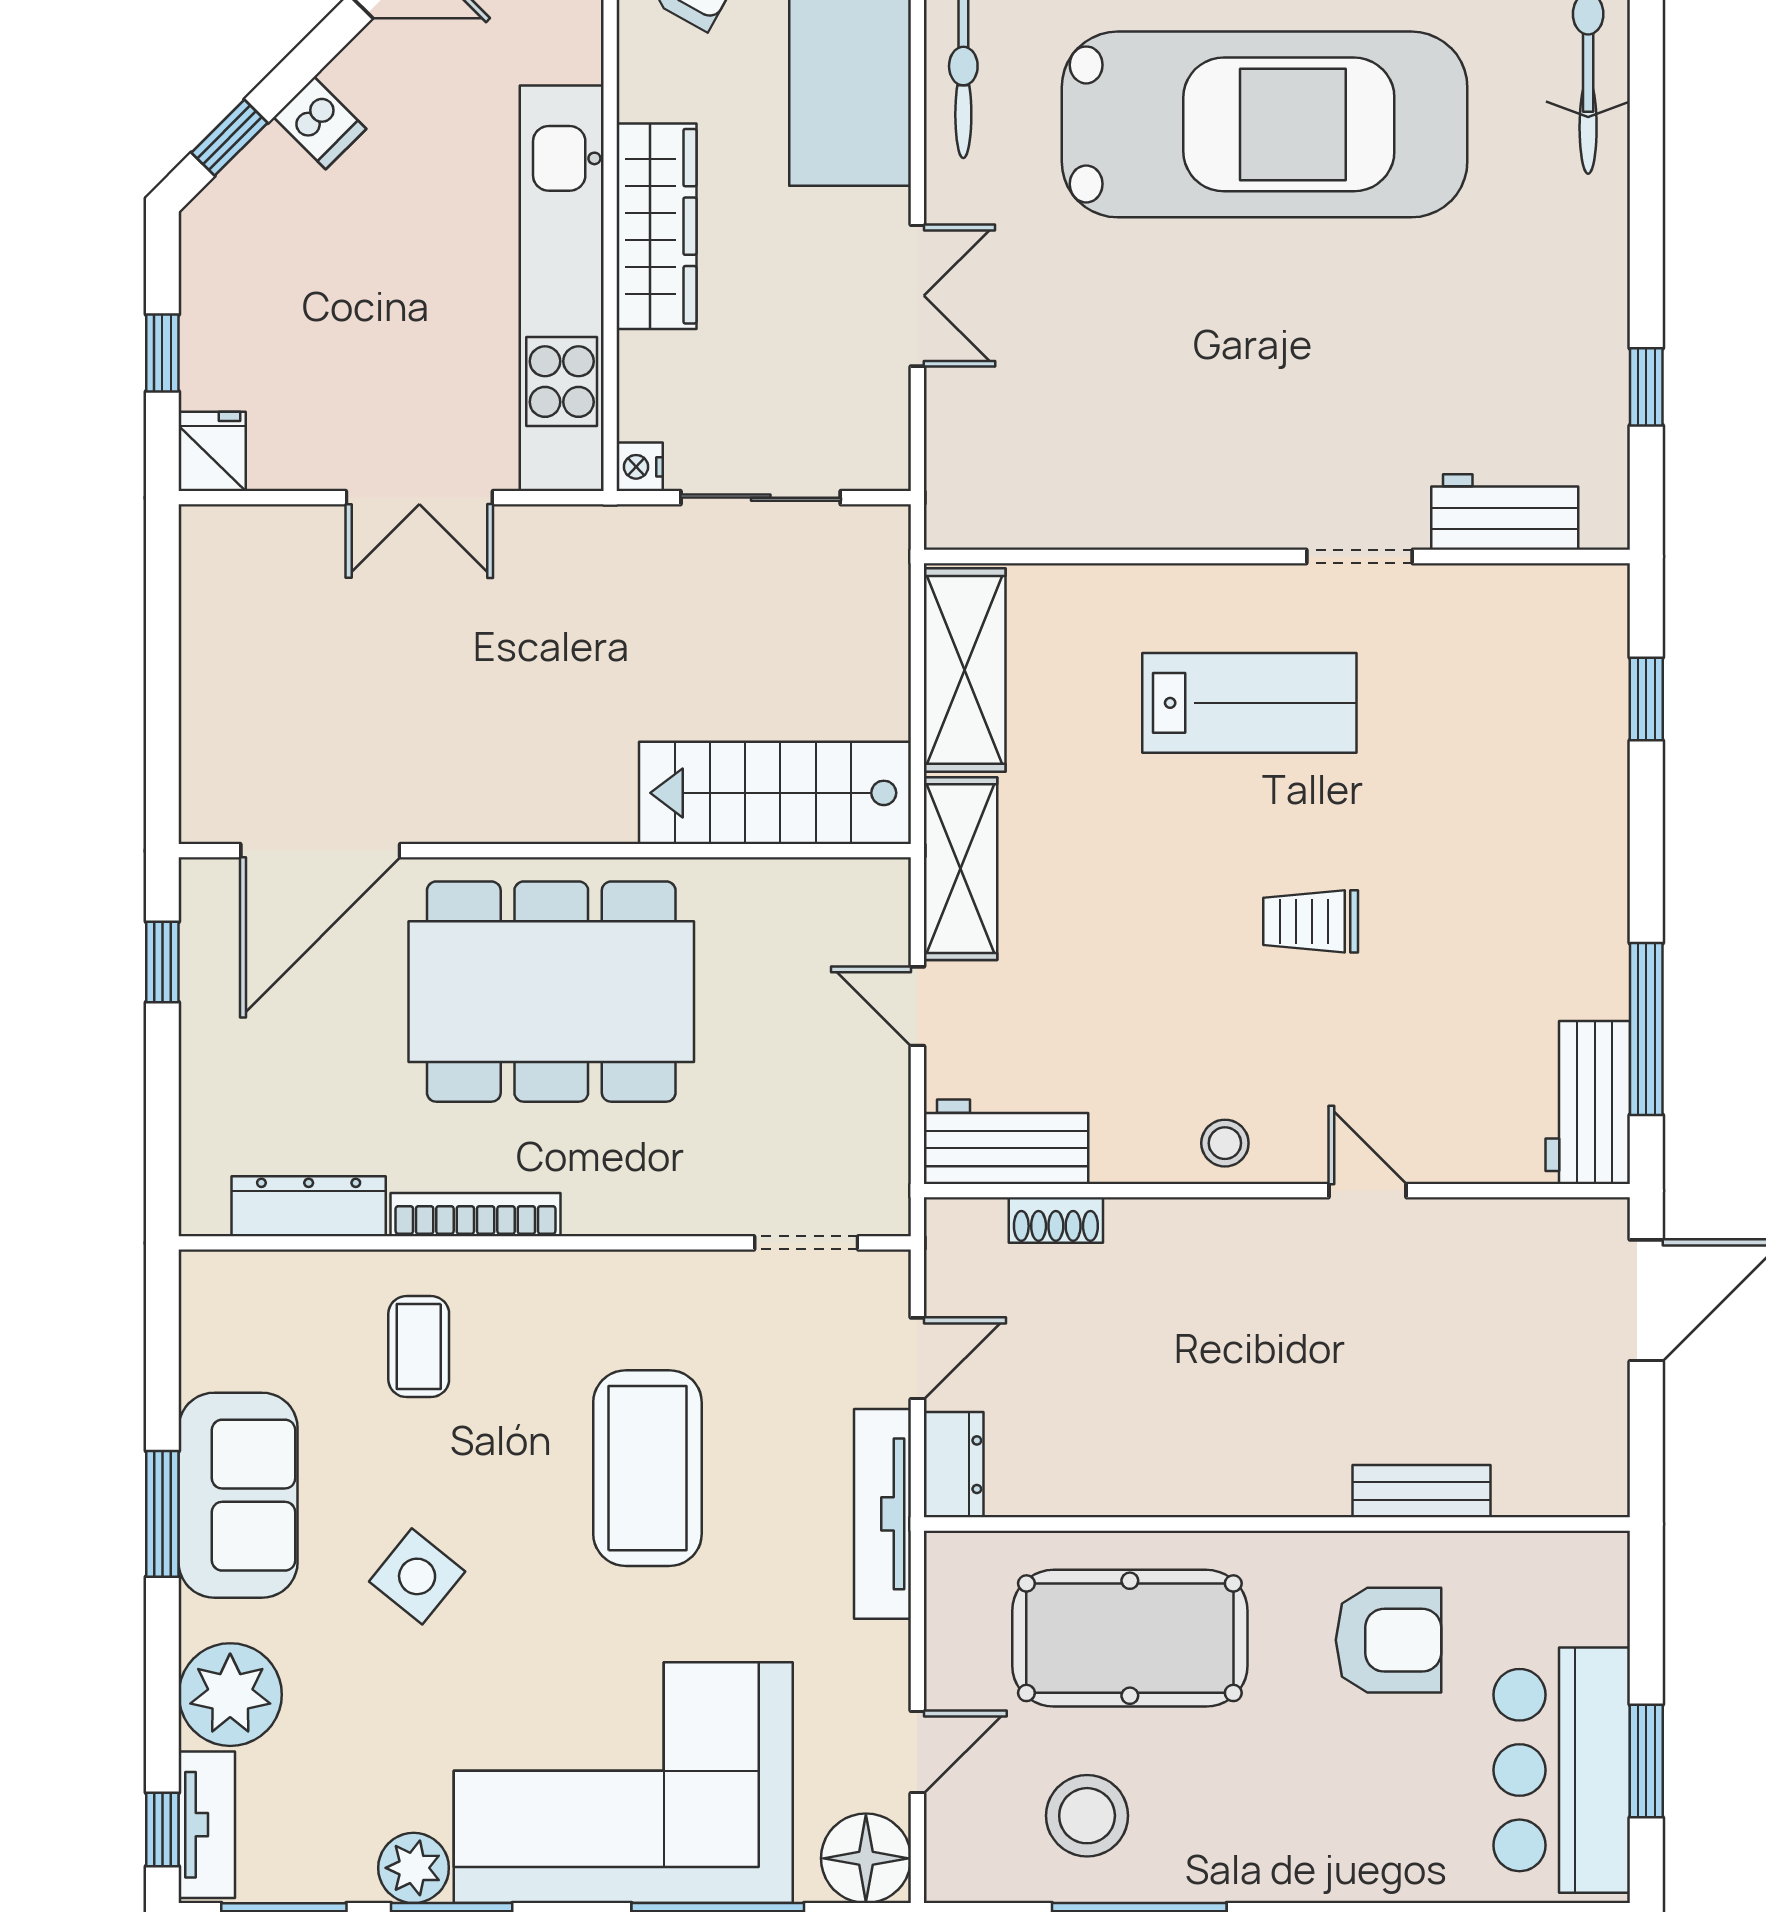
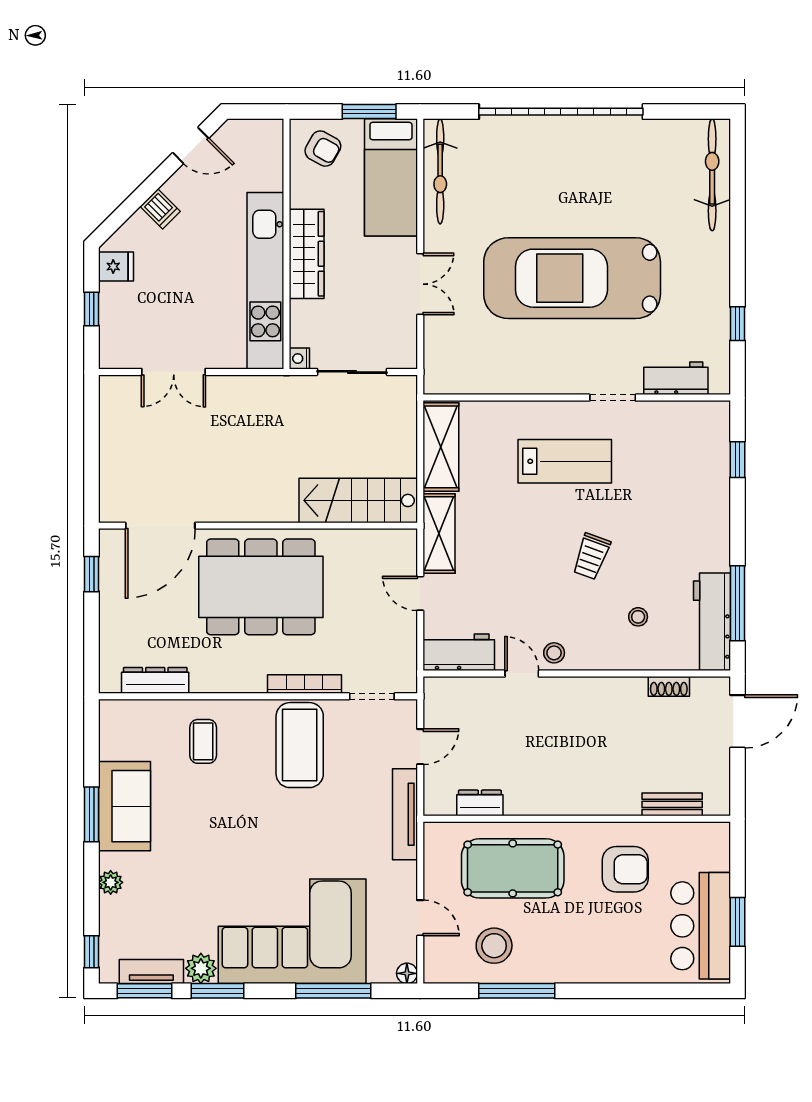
car: (1265, 124) -> (572, 278), moved, turned 180
window: (230, 138) -> (121, 215), removed
fridge: (212, 451) -> (116, 267), moved, turned 90
double door: (419, 498) -> (174, 372), moved
trolley: (1311, 921) -> (591, 556), turned -70
stool: (1418, 1060) -> (638, 617), added
workbench: (1588, 1102) -> (712, 622), width x1.38
door: (1368, 1191) -> (522, 674), moved
bookcase: (476, 1215) -> (304, 684), moved
shoe rack: (1056, 1220) -> (669, 686), moved
dresser: (954, 1465) -> (480, 803), moved, turned -90
coffee table: (647, 1468) -> (300, 745), moved
bench: (1421, 1491) -> (672, 804), moved
side table: (417, 1576) -> (202, 842), removed
plant: (230, 1695) -> (111, 882), width x0.53, depth x0.53
door: (917, 1752) -> (420, 918), hinge flipped
tv unit: (207, 1825) -> (151, 972), moved, turned -90
floor lamp: (866, 1858) -> (407, 973), width x0.53, depth x0.53

